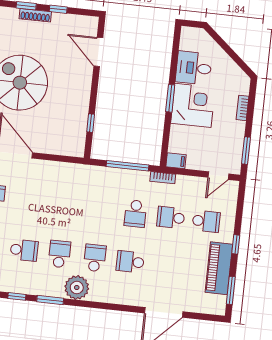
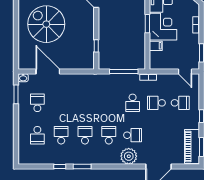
filing cabinet: (176, 161) -> (156, 46), moved
door: (218, 176) -> (185, 72), hinge flipped
school desk: (24, 250) -> (61, 135), turned -90
school desk: (130, 262) -> (133, 135), turned 180
piano: (219, 268) -> (192, 147), moved
plant: (77, 288) -> (129, 156), moved

